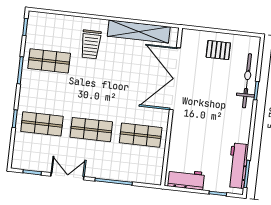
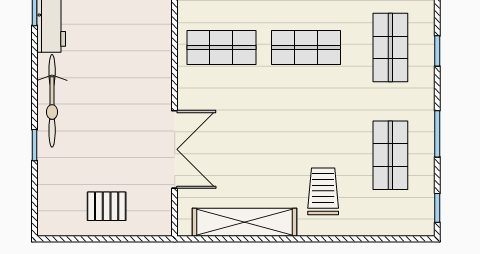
shop shelf: (49, 61) -> (390, 155), turned 90
double door: (175, 79) -> (175, 149), width x0.73
bicycle: (247, 81) -> (52, 101), moved
shop shelf: (42, 124) -> (390, 48), turned 90

